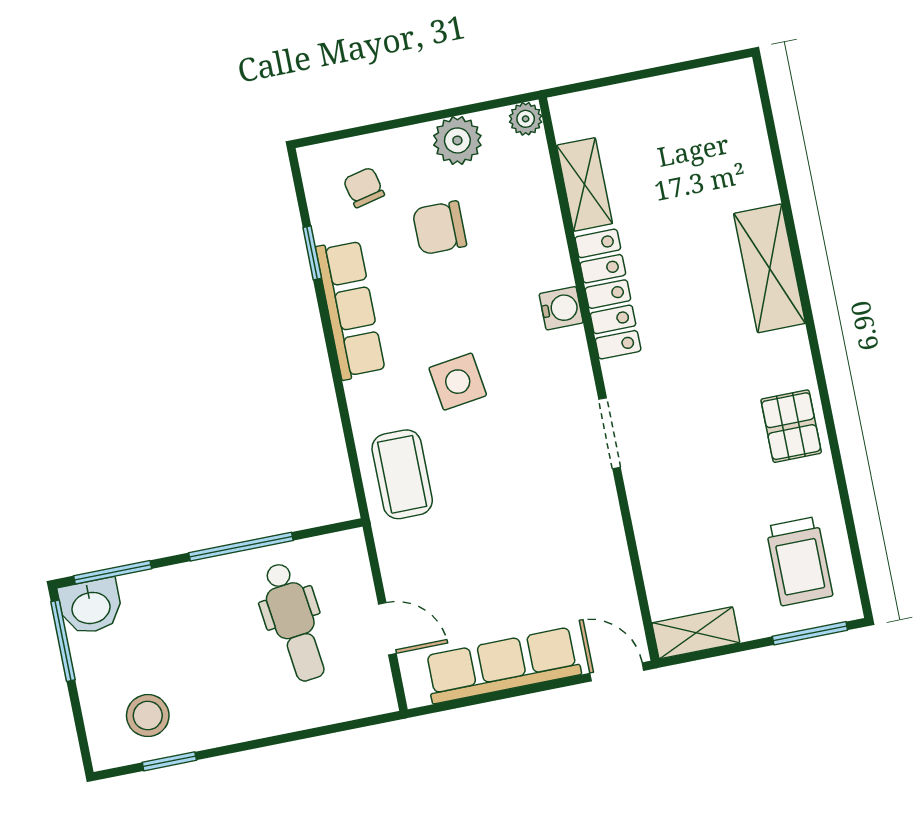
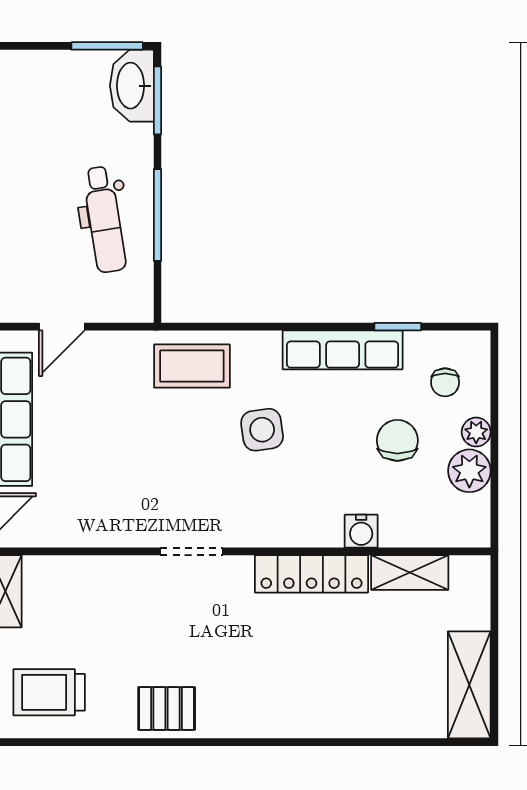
plant: (526, 119) -> (476, 432), moved
chair: (364, 187) -> (445, 382), turned 103
shelving: (770, 268) -> (469, 685), moved, turned 90
water cooler: (561, 308) -> (361, 531), moved
washbasin: (91, 607) -> (132, 86), width x1.38
dental chair: (294, 622) -> (104, 219), moved, turned -92
stool: (148, 716) -> (28, 106), removed

